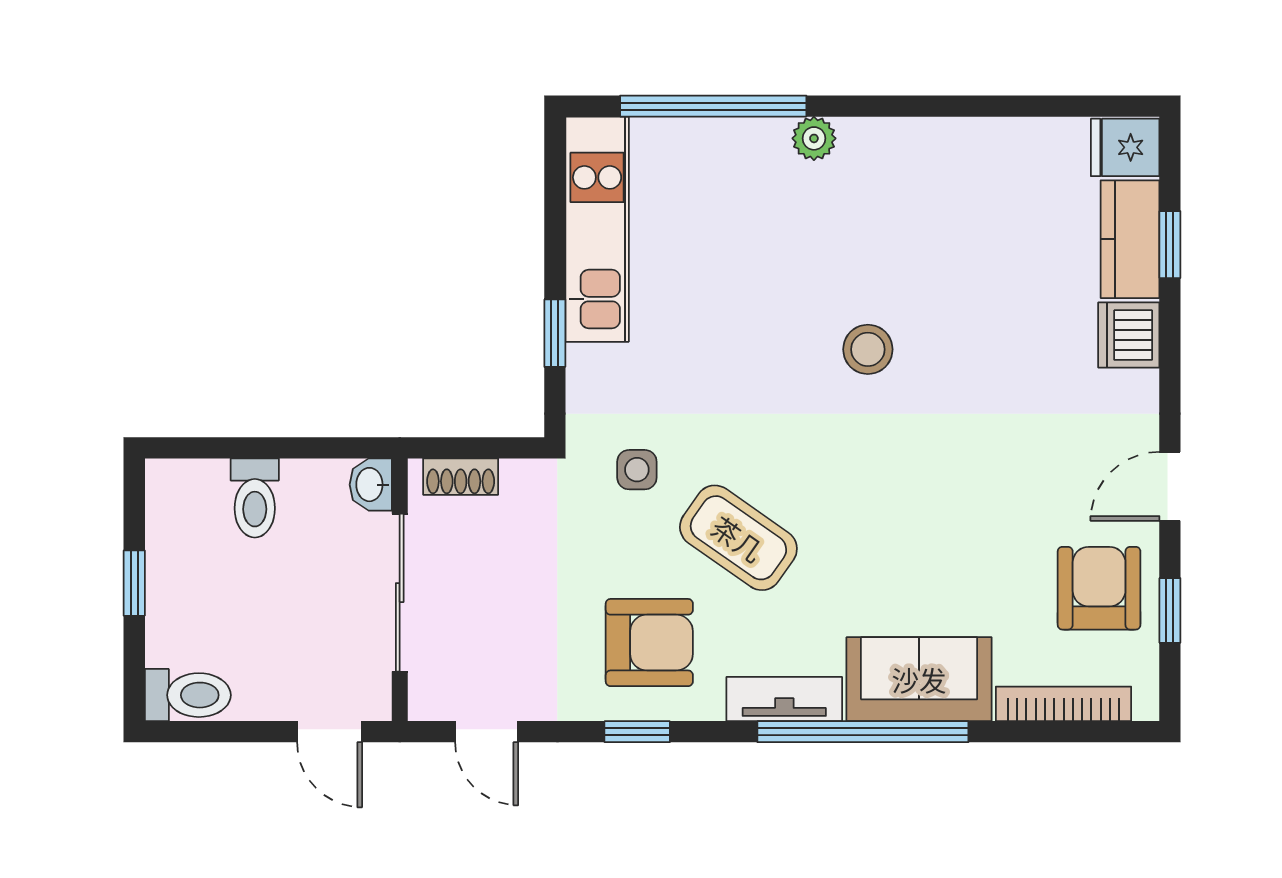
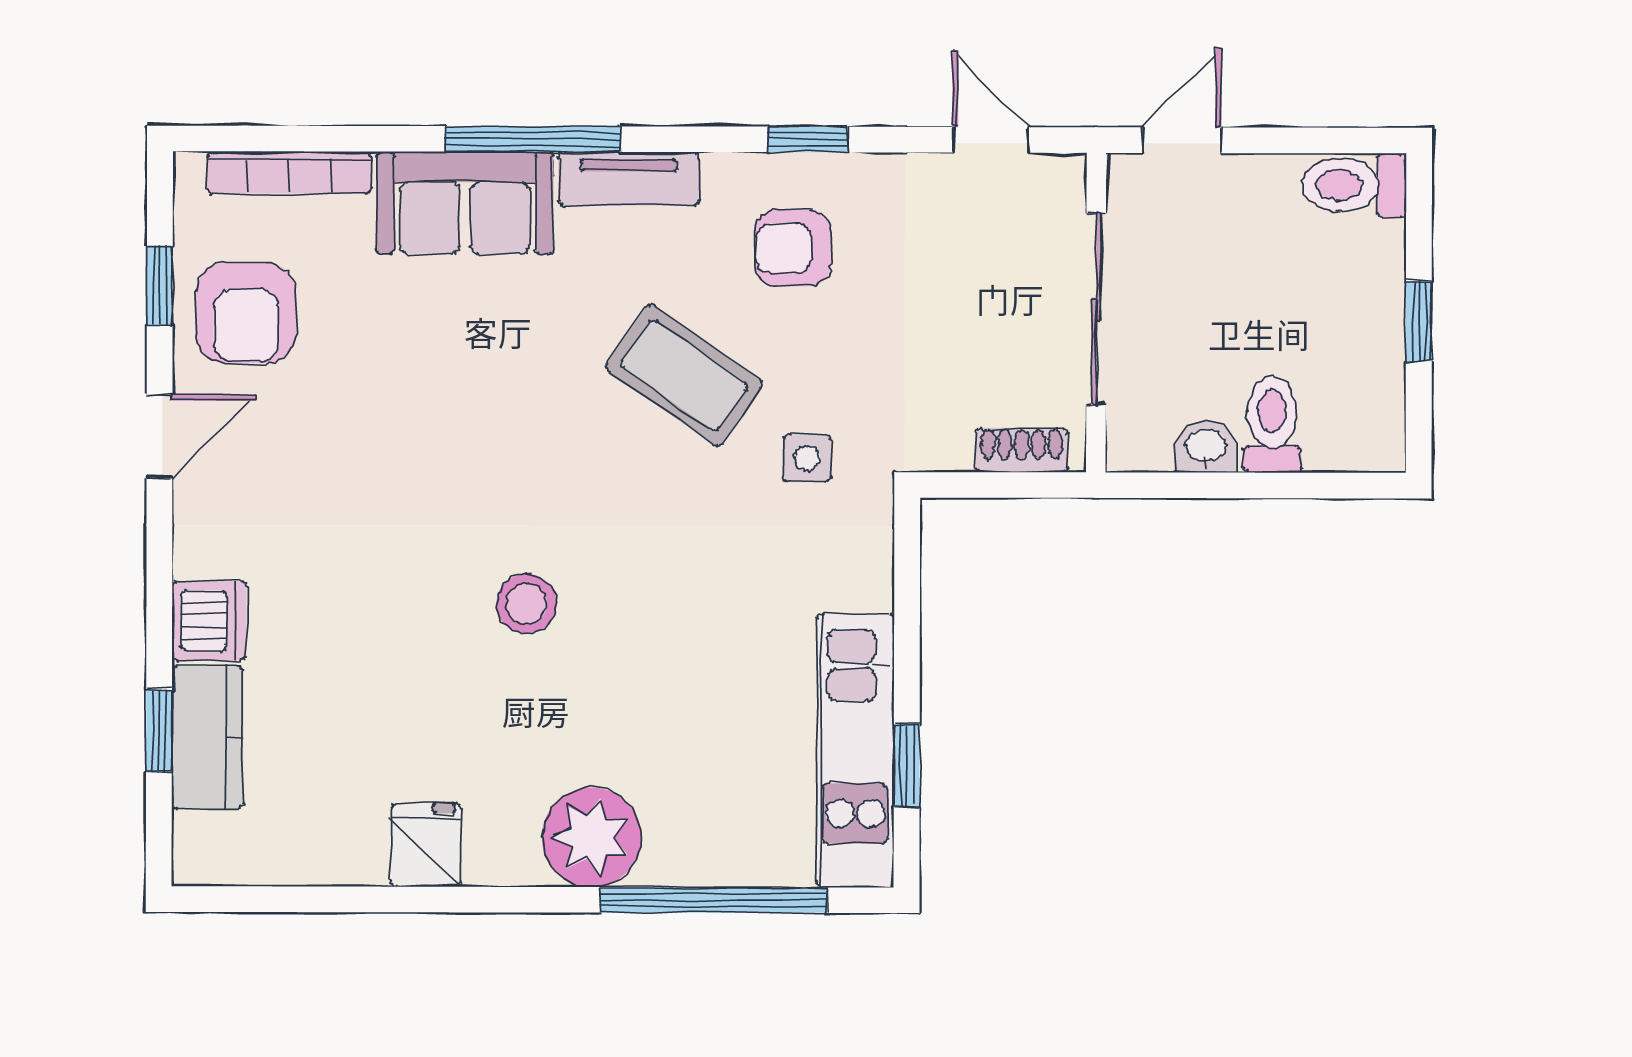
plant: (814, 138) -> (592, 837), width x1.87, depth x1.87
fridge: (1125, 147) -> (426, 845), moved, turned -90
window: (555, 333) -> (907, 765), moved
washbasin: (371, 485) -> (1206, 447), moved, turned -90
armchair: (649, 643) -> (793, 248), width x0.72, depth x0.72
door: (330, 732) -> (1182, 140), hinge flipped
window: (863, 732) -> (533, 139), width x0.68

